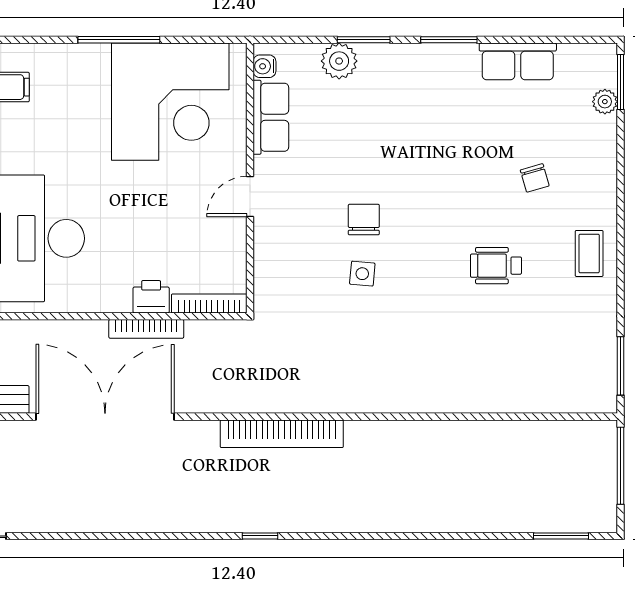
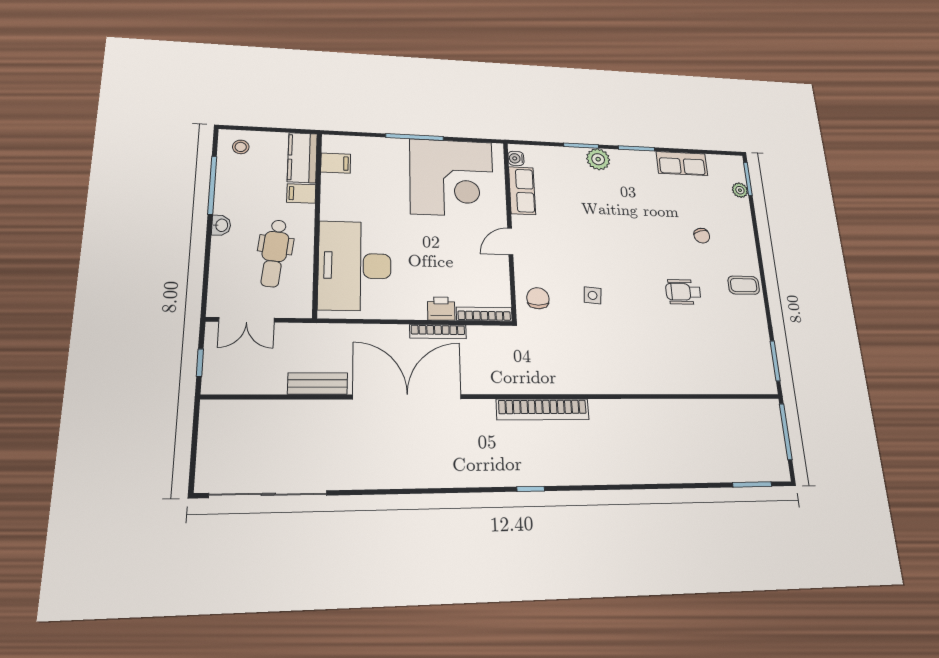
plant: (339, 61) -> (598, 159), moved
chair: (364, 220) -> (538, 298), moved
coffee table: (589, 253) -> (744, 285), turned 90

